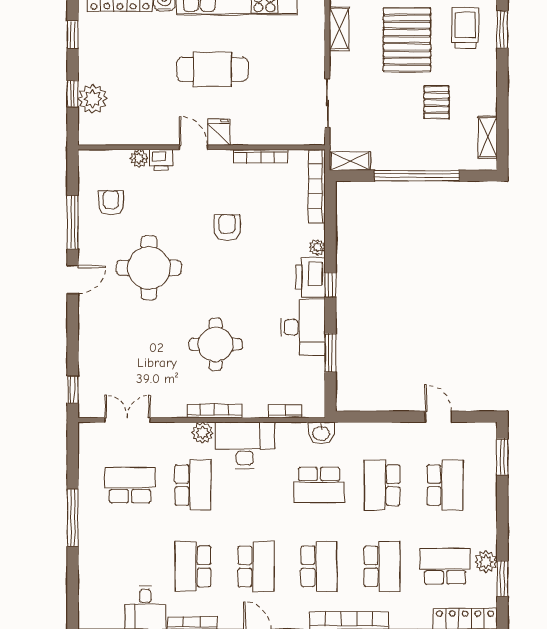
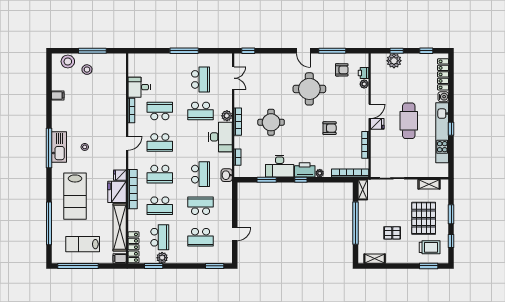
pallet: (407, 40) -> (424, 218), turned 90
printer: (161, 160) -> (363, 73), moved
school desk: (319, 485) -> (201, 174), turned 180

